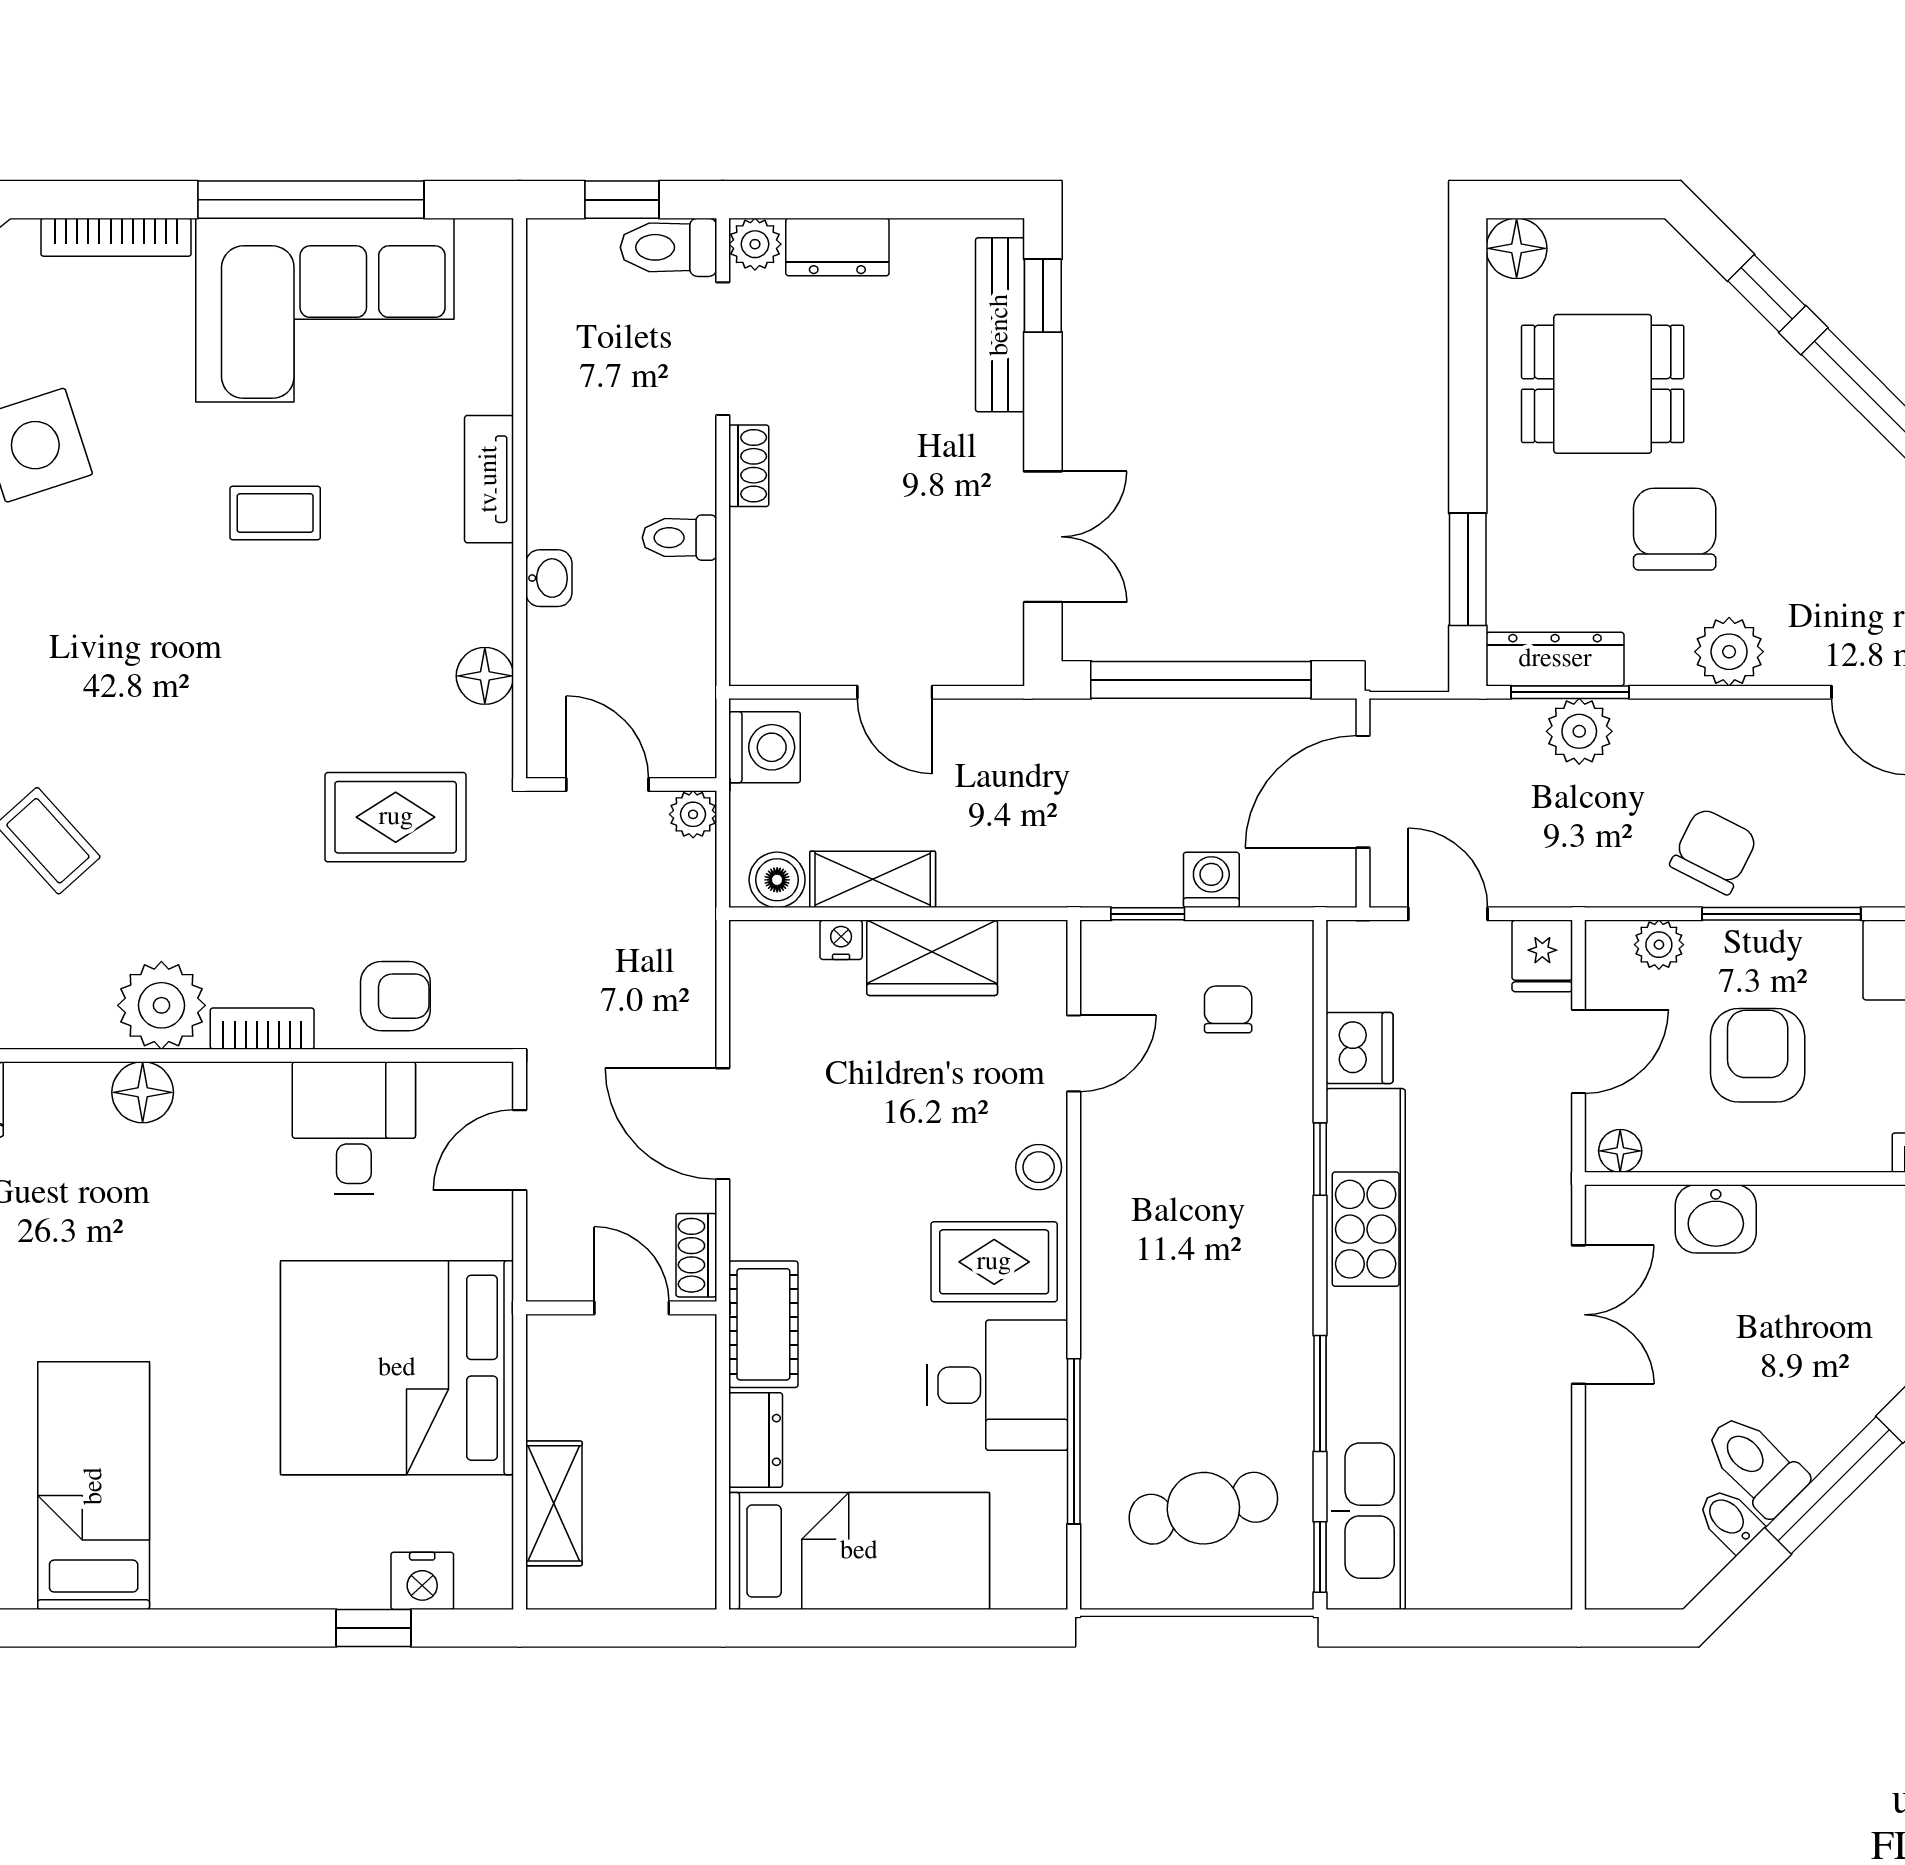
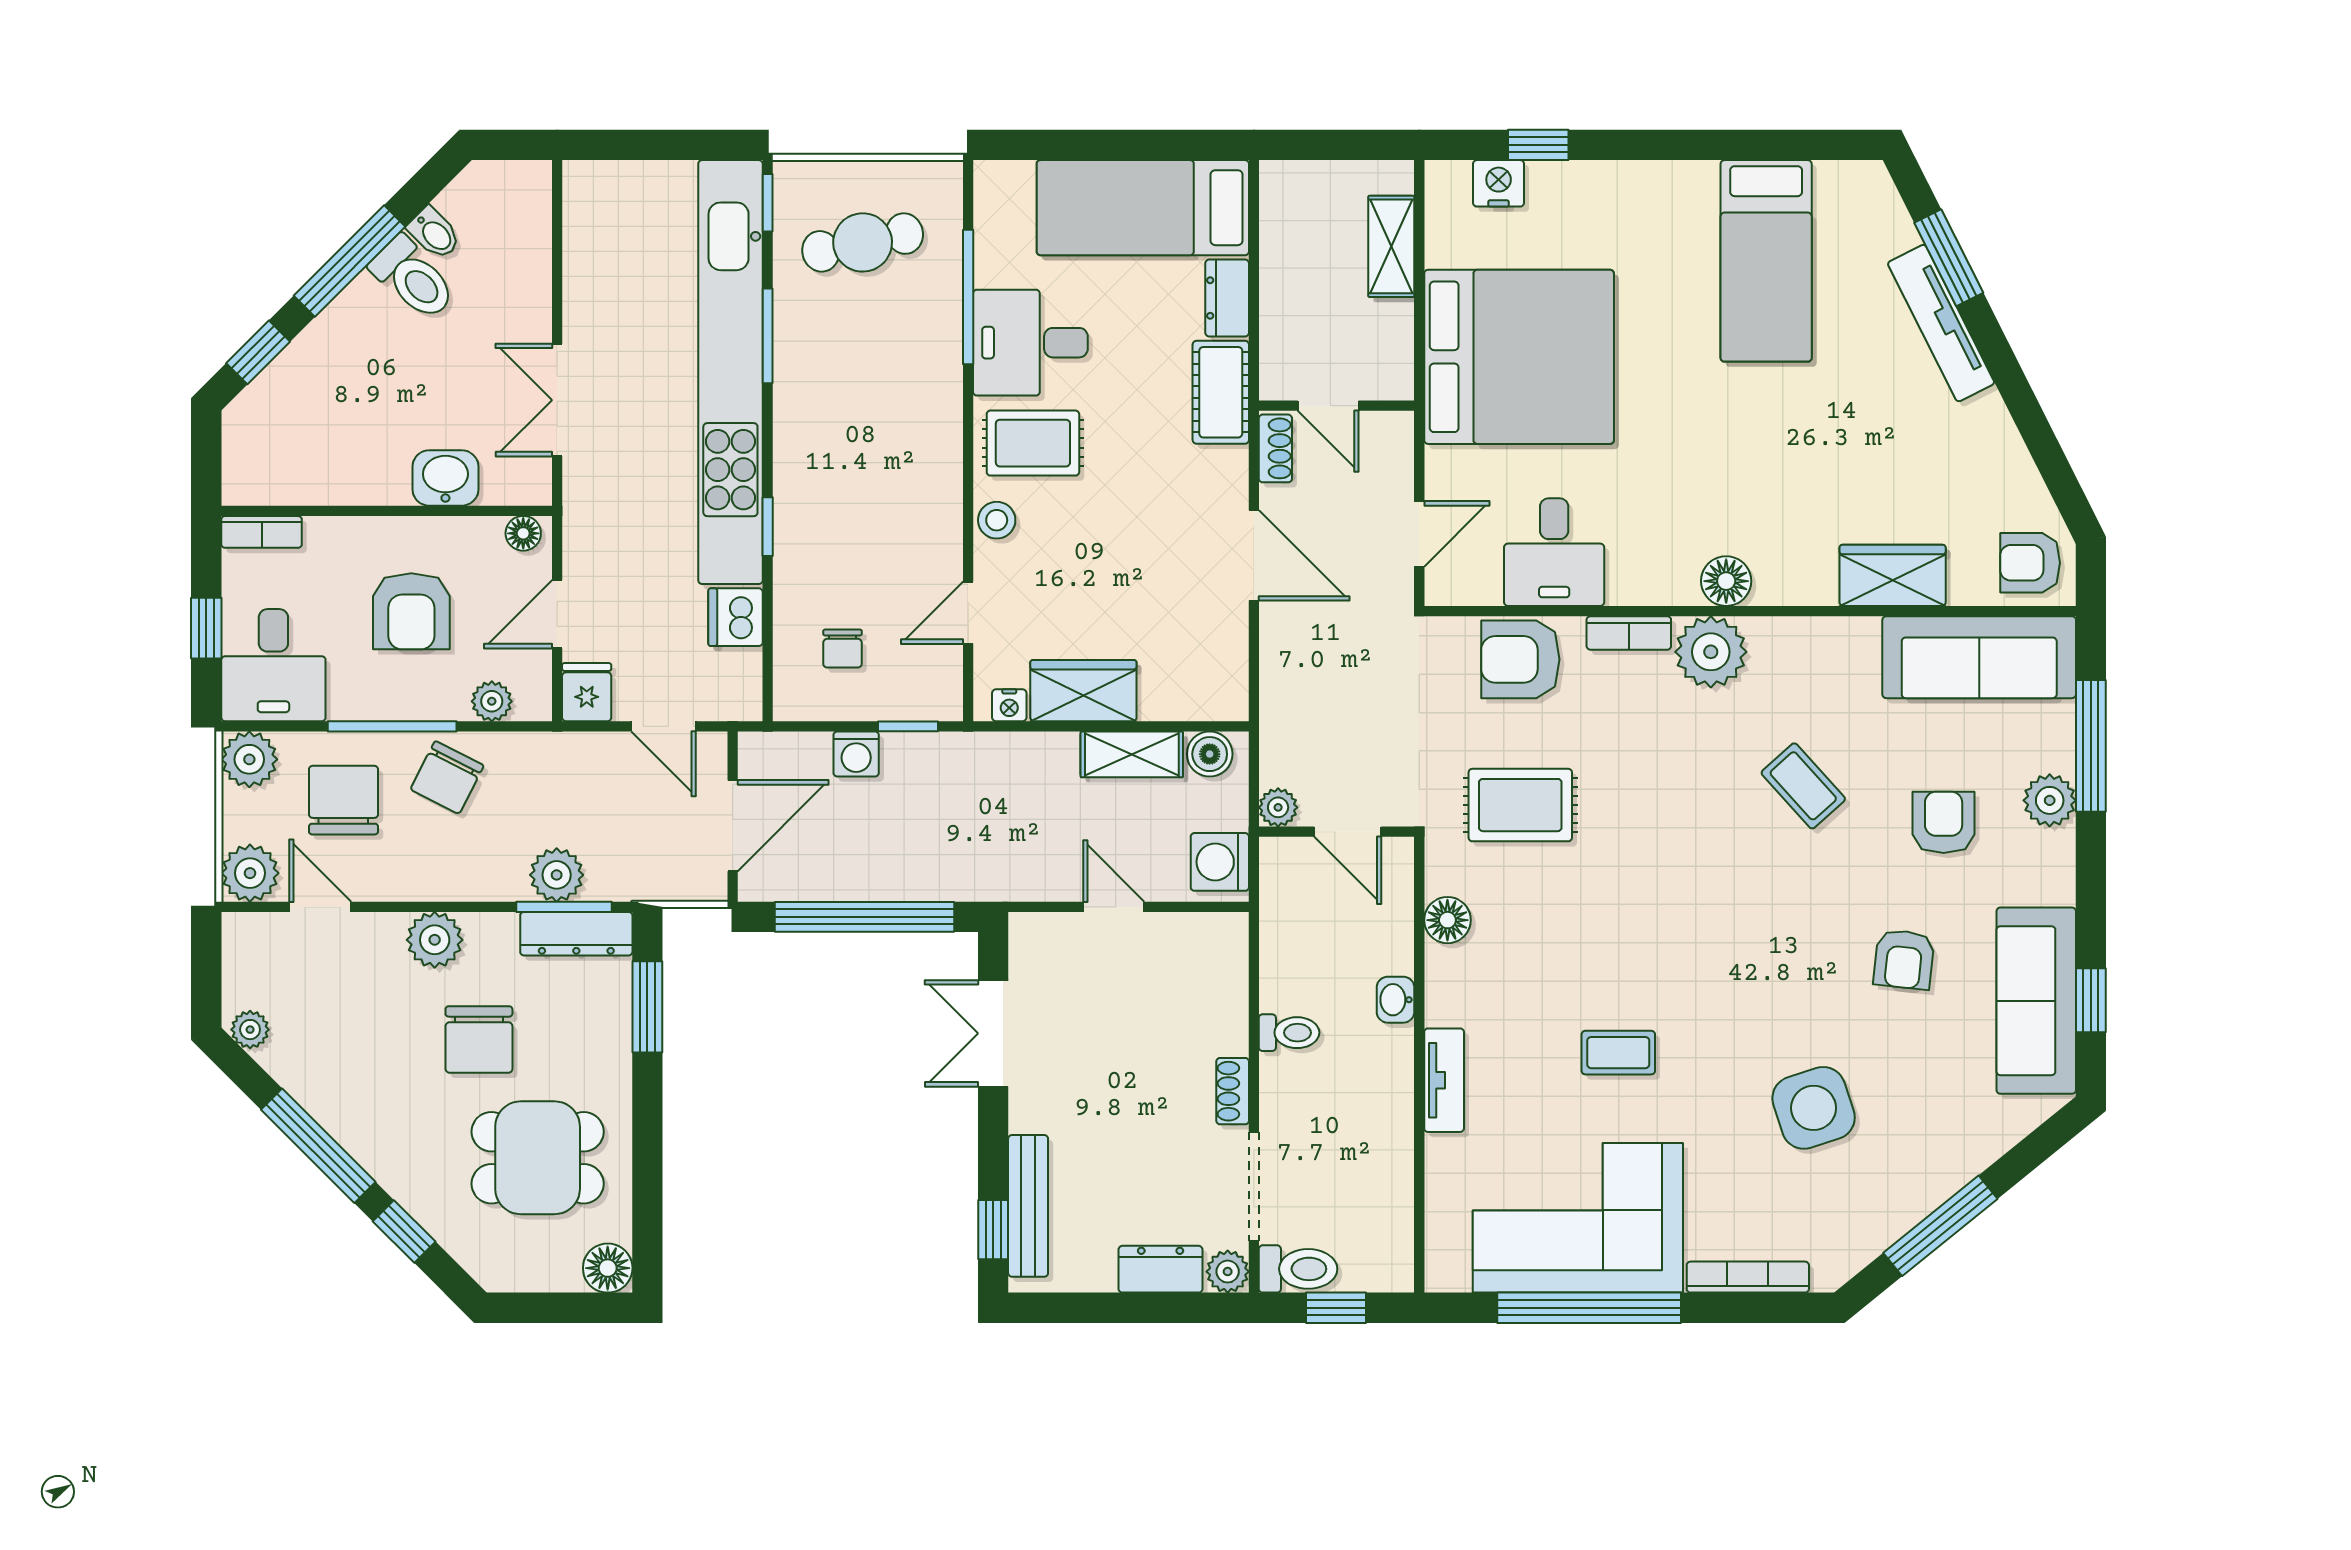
chair: (1841, 823) -> (344, 800), added
nightstand: (841, 940) -> (1009, 705), moved
armchair: (395, 996) -> (1520, 659), width x1.38, depth x1.38

